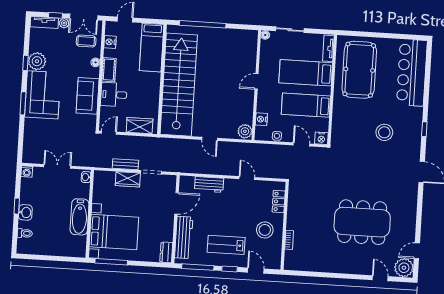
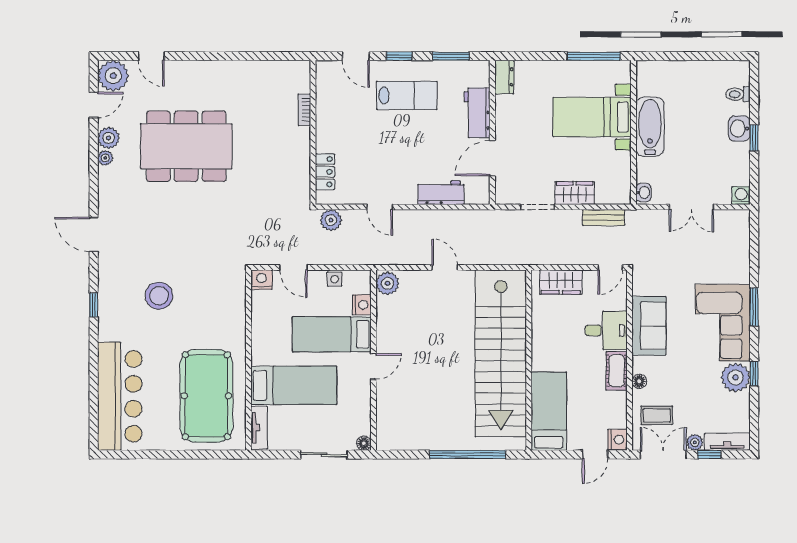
nightstand: (110, 42) -> (618, 440), moved
bed: (306, 105) -> (332, 334), moved, turned 180
bench: (125, 164) -> (604, 217), moved
plant: (277, 172) -> (331, 220), added
plant: (412, 218) -> (105, 158), added
stool: (265, 230) -> (345, 124), removed
plant: (409, 230) -> (109, 138), added
bed with nightstands: (114, 232) -> (592, 117), width x0.73
workbench: (184, 237) -> (477, 113), width x0.73
window: (198, 267) -> (451, 56), width x0.69

